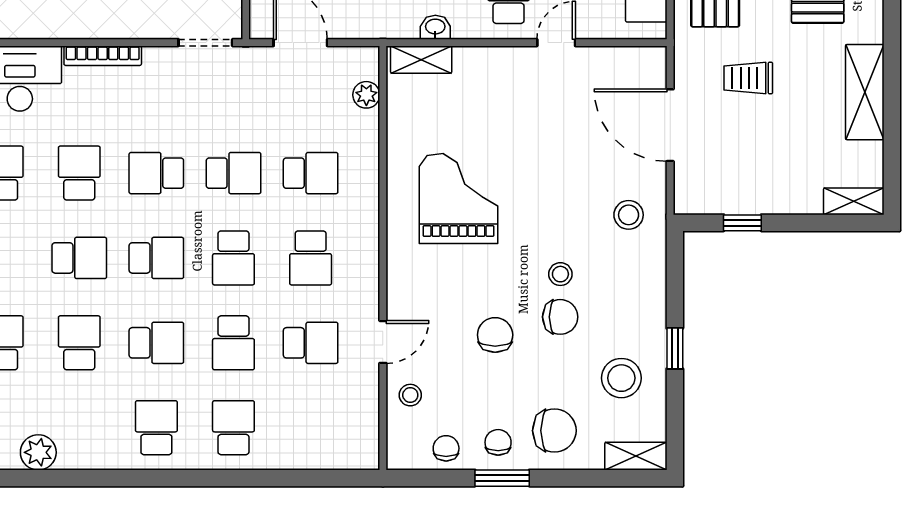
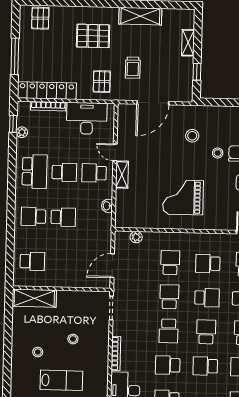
shelving: (421, 60) -> (122, 175), moved
shelving: (854, 201) -> (188, 43), moved
stool: (629, 215) -> (192, 136), moved
school desk: (79, 258) -> (205, 366), turned -90
school desk: (311, 258) -> (208, 264), turned 180

